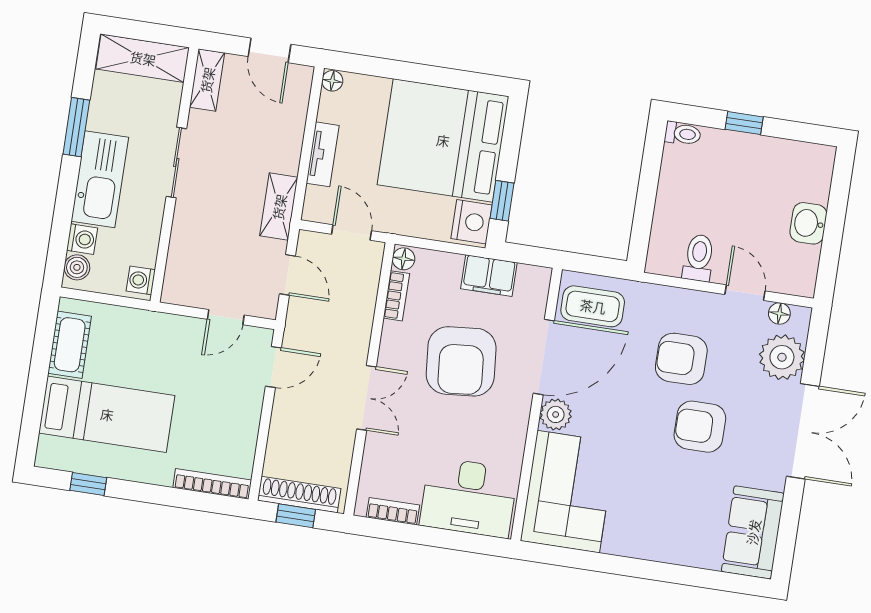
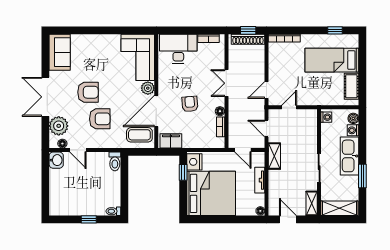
washbasin: (808, 223) -> (56, 160), moved
toilet: (699, 258) -> (115, 161), moved
floor lamp: (404, 259) -> (220, 111), moved
filing cabinet: (489, 276) -> (171, 141), moved
armchair: (461, 361) -> (190, 104), width x0.53, depth x0.53

